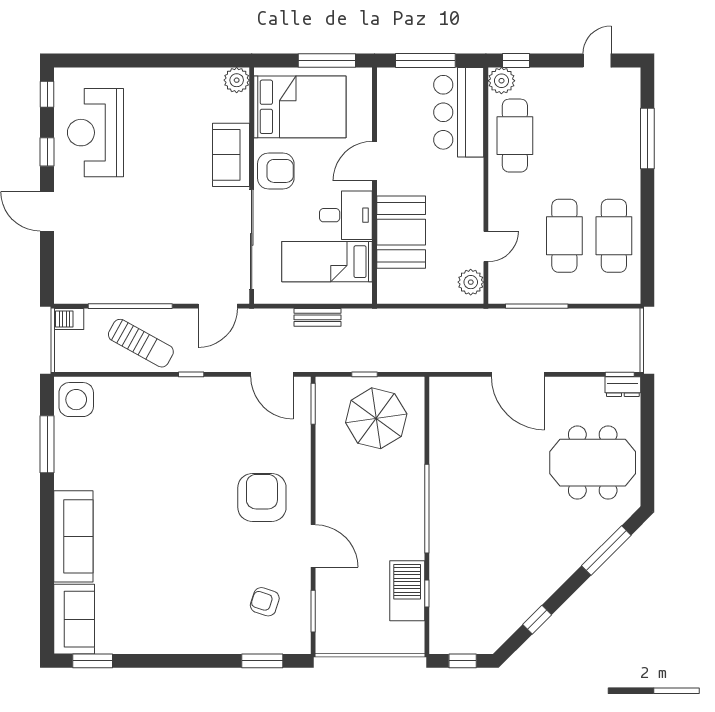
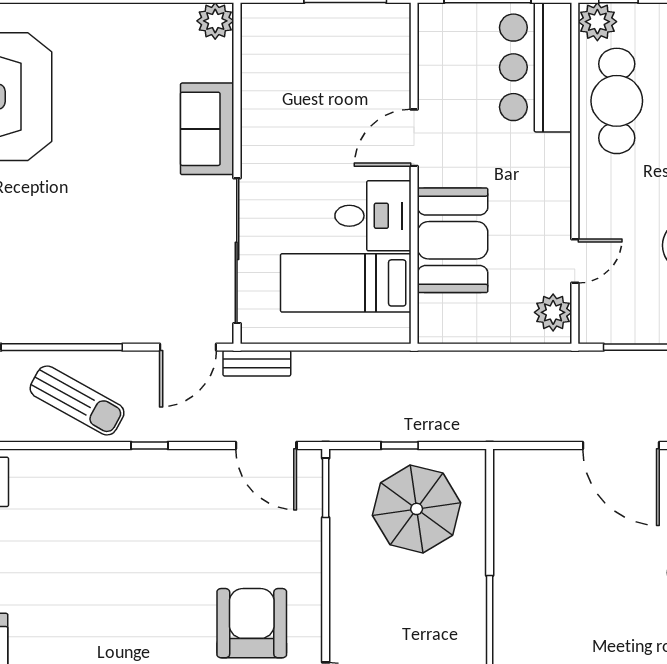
bed: (300, 107) -> (307, 59), removed
armchair: (276, 171) -> (272, 152), removed
bench: (318, 317) -> (257, 363), moved

